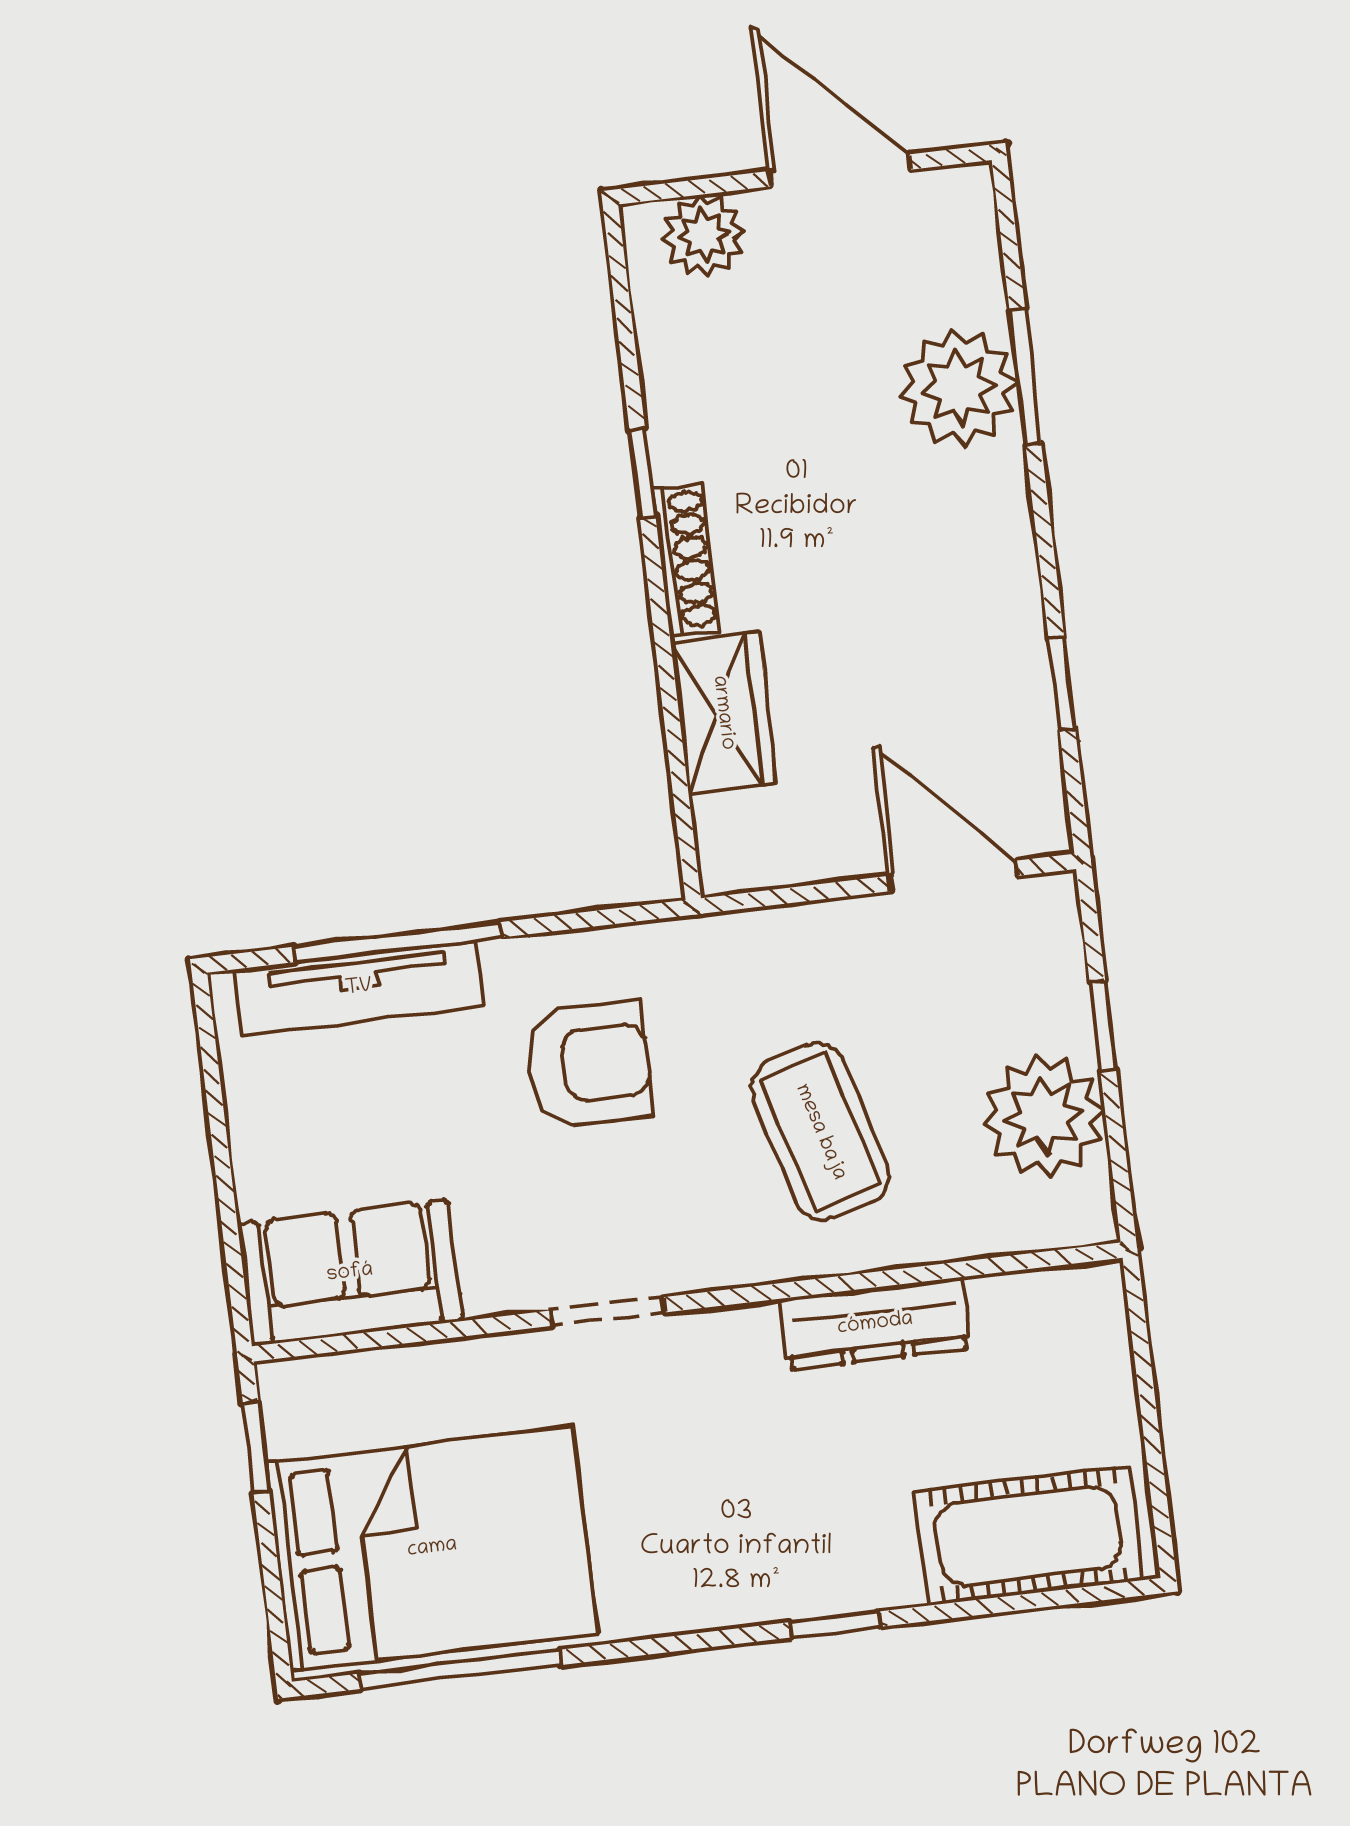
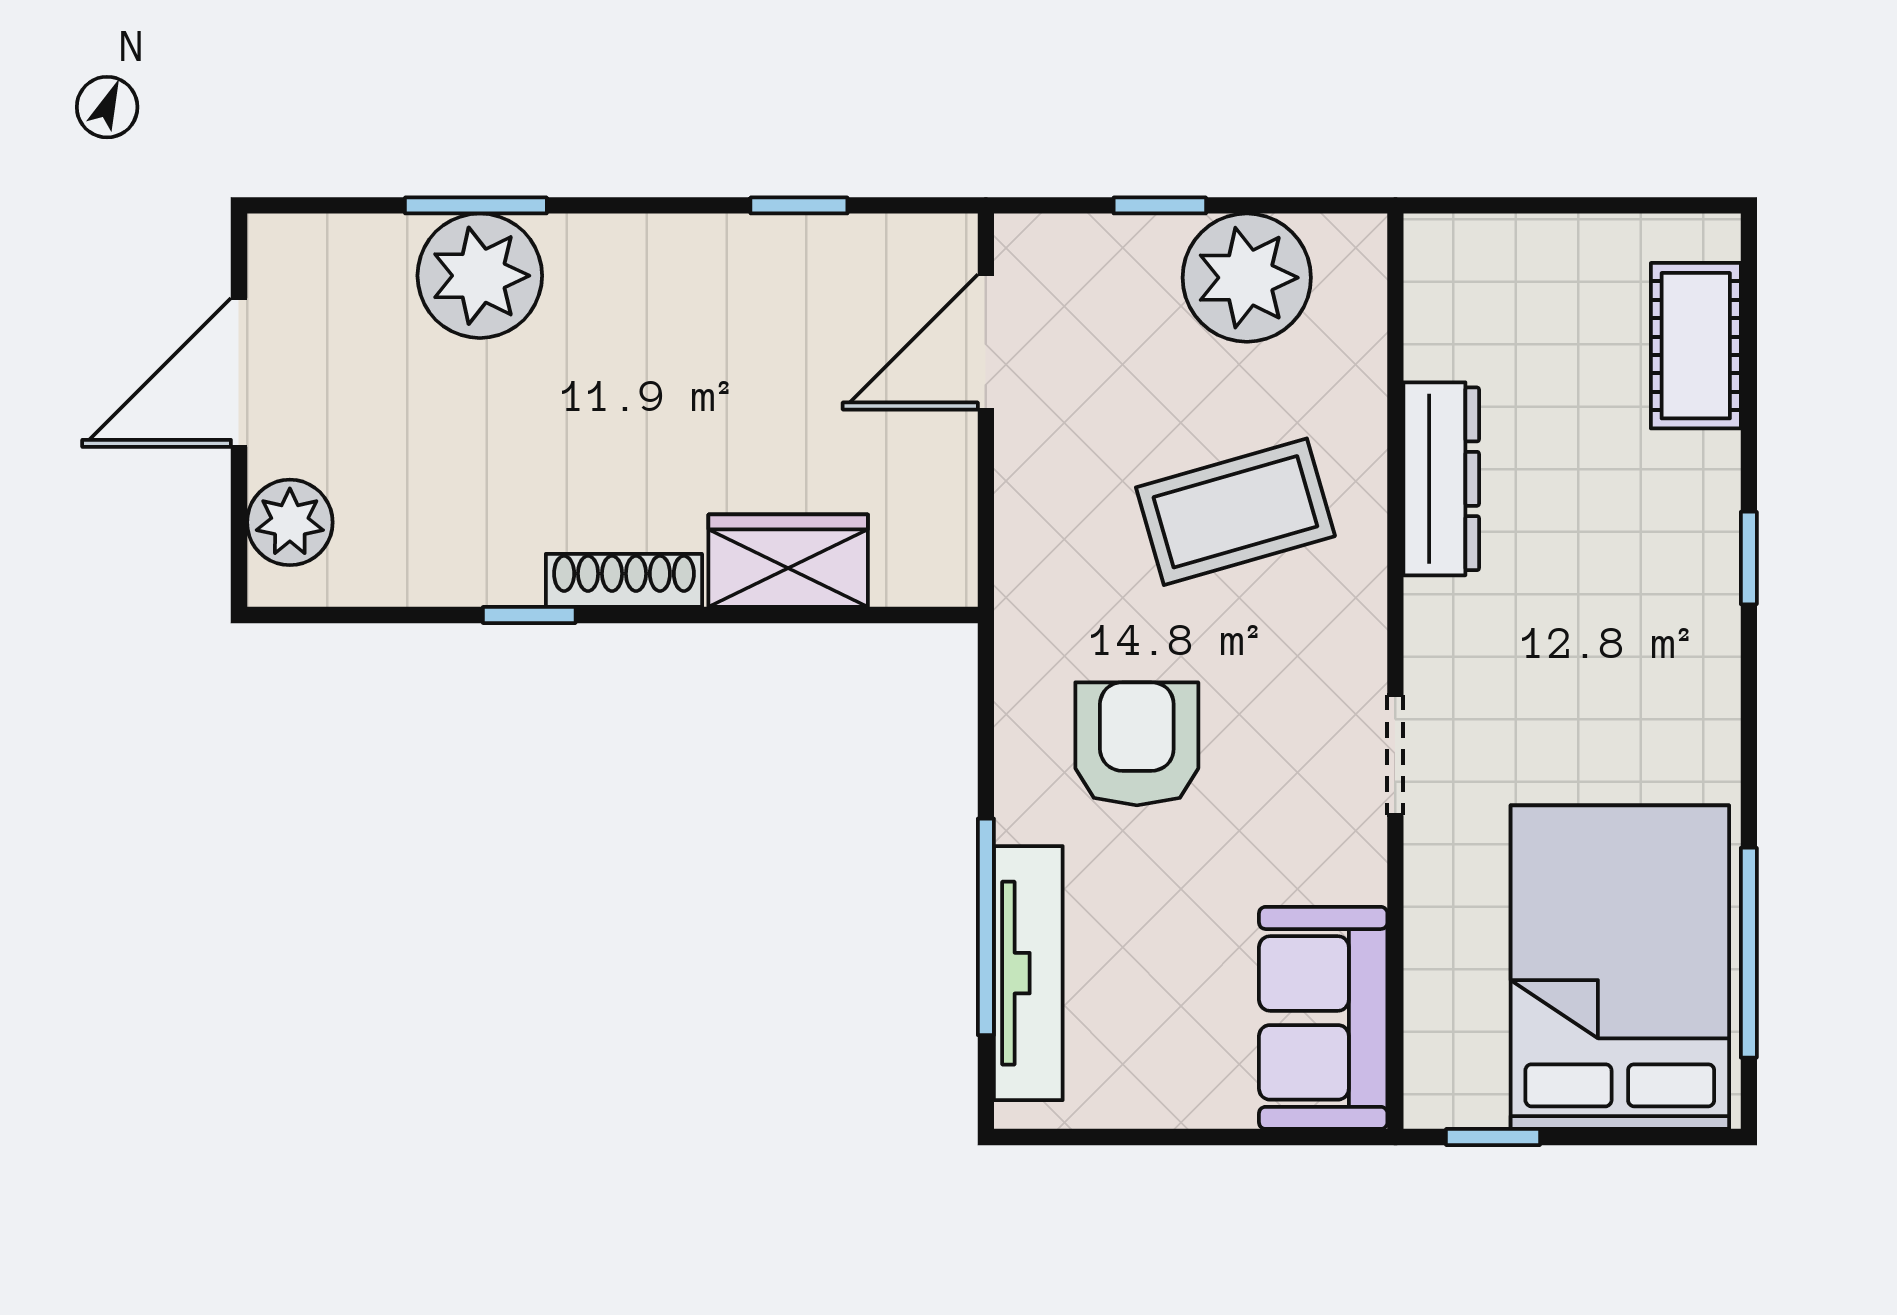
cot: (1028, 1536) -> (1696, 346), width x0.73, depth x0.75

